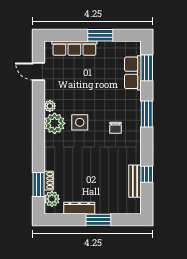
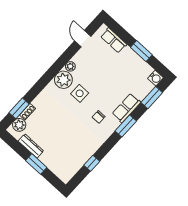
row of seats: (74, 48) -> (114, 40), width x0.68
water cooler: (134, 48) -> (156, 78), added
row of seats: (133, 73) -> (126, 108), moved
bench: (135, 181) -> (81, 161), removed

